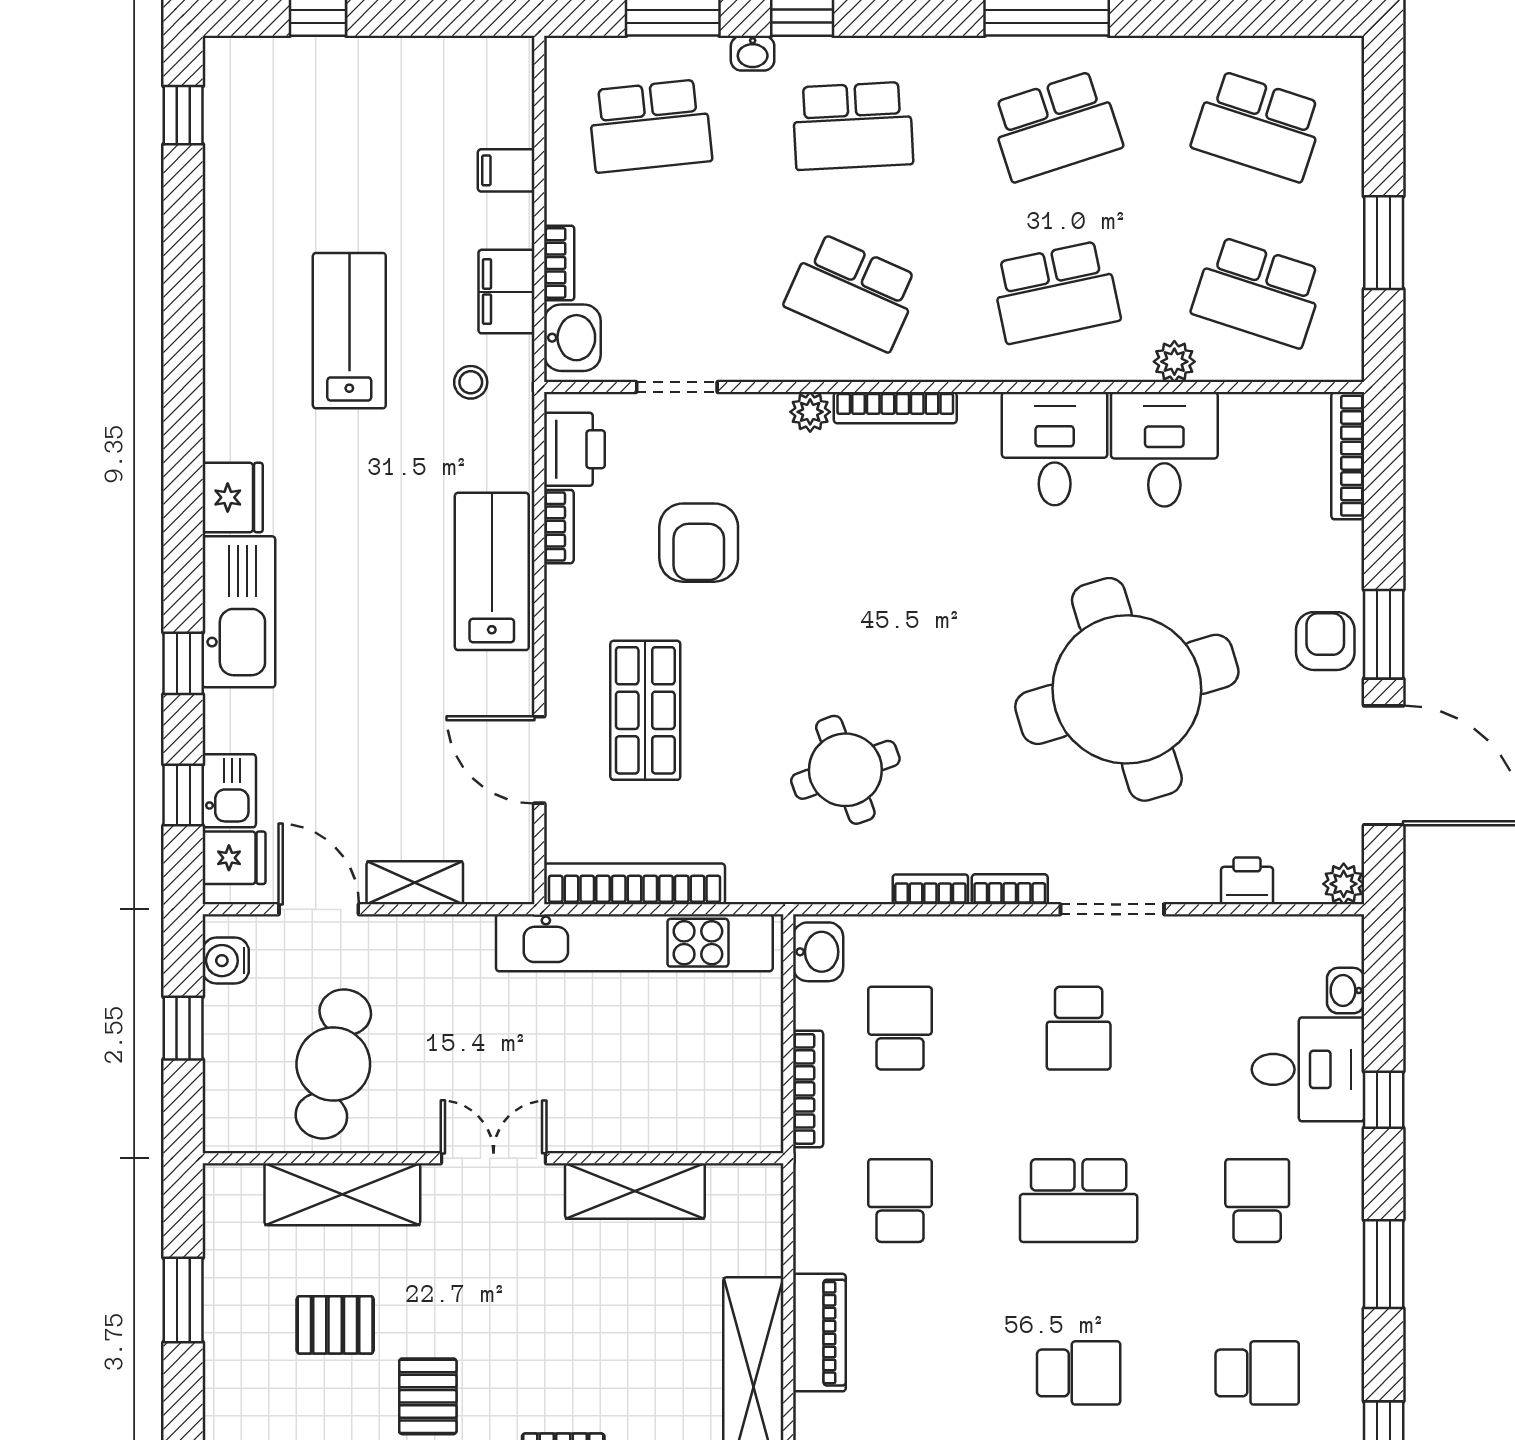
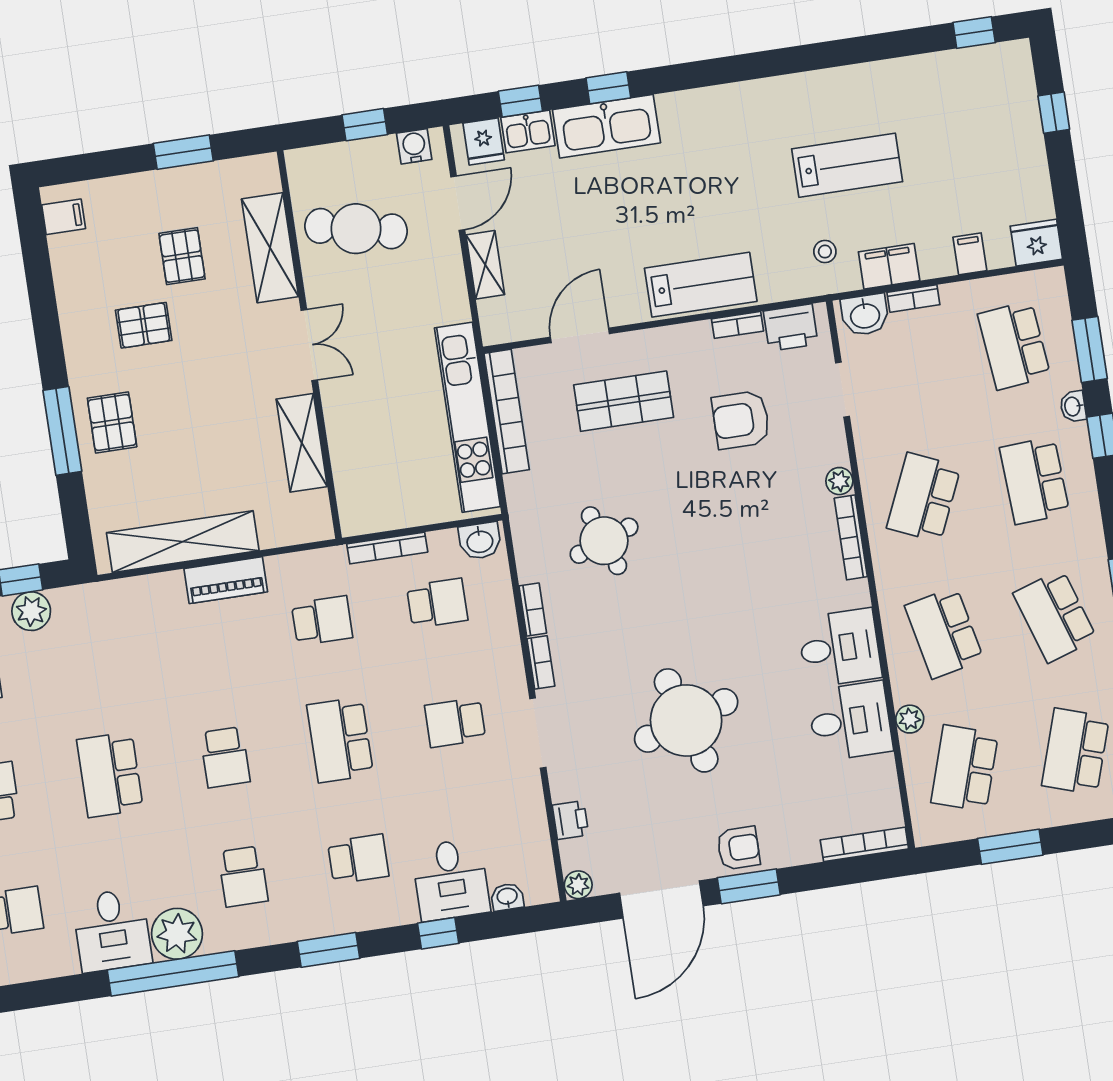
fridge: (233, 497) -> (1036, 243), moved, turned 180
kitchen sink: (239, 612) -> (606, 126), moved
round table: (1127, 689) -> (686, 720), width x0.73, depth x0.73

